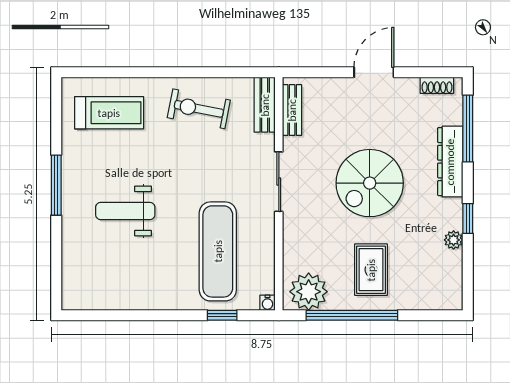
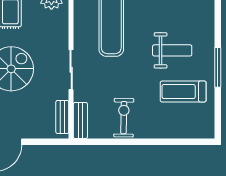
exercise bike: (199, 109) -> (124, 118), turned -100
treadmill: (109, 113) -> (183, 92), moved

